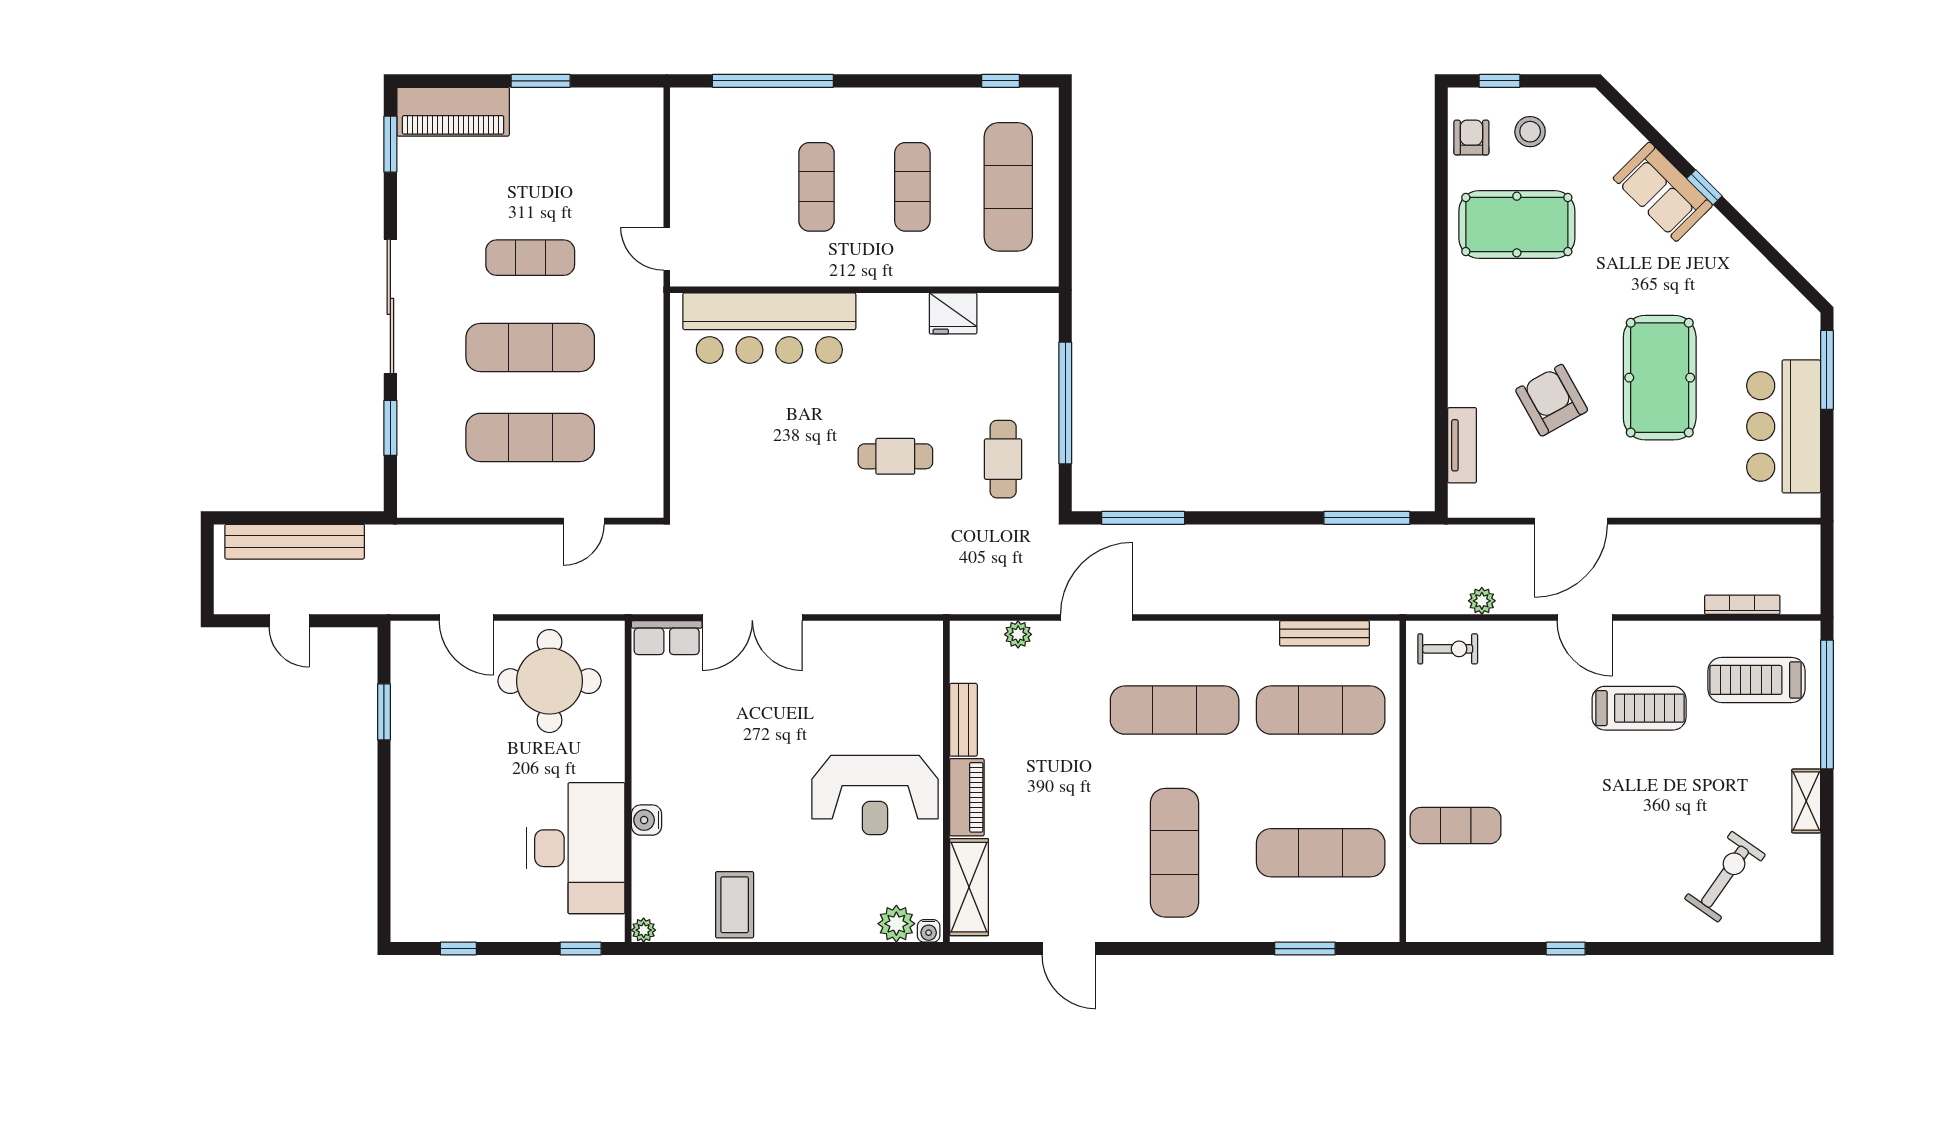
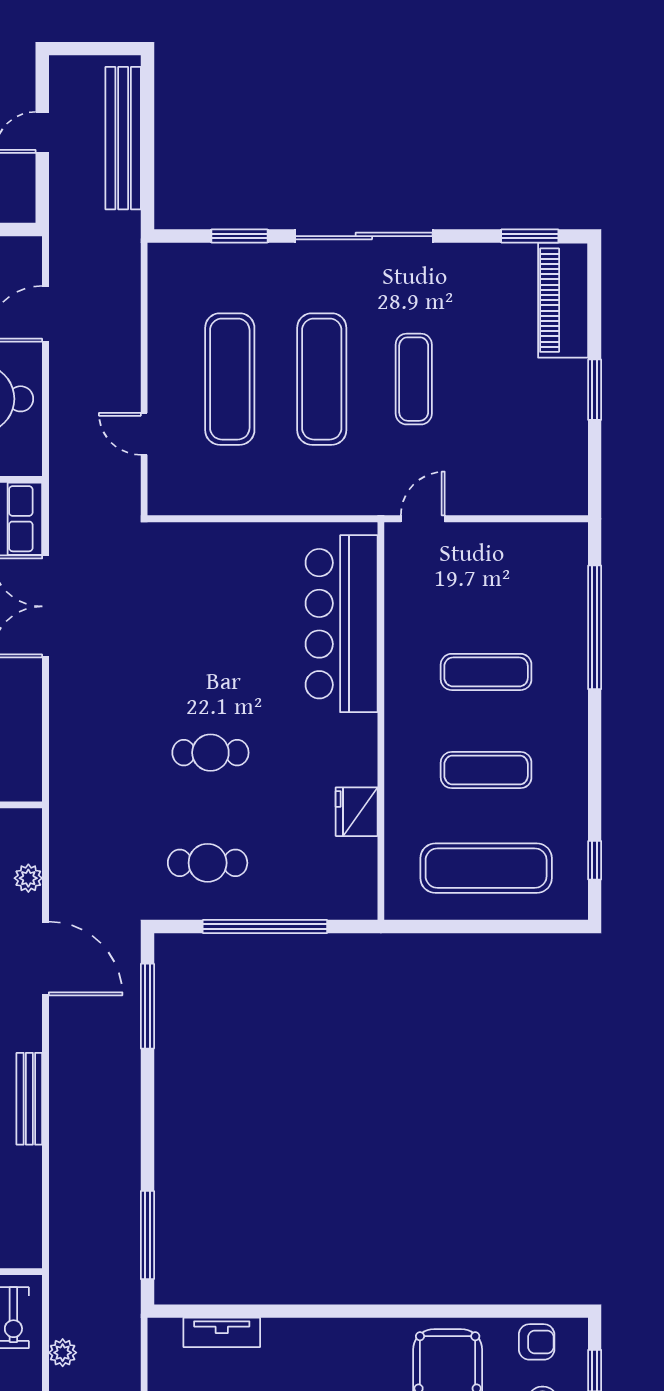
cafe table: (895, 456) -> (210, 753), turned 90
bench: (1324, 633) -> (29, 1099), moved

